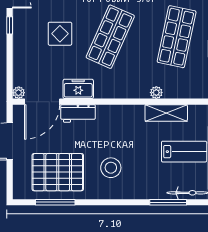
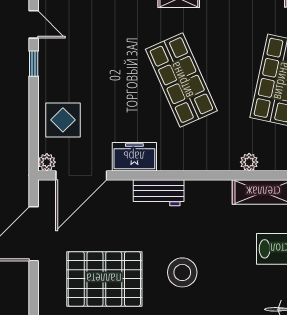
display table: (60, 34) -> (63, 120), moved
shop shelf: (110, 37) -> (181, 80), turned -48
workbench: (78, 113) -> (159, 193), moved

